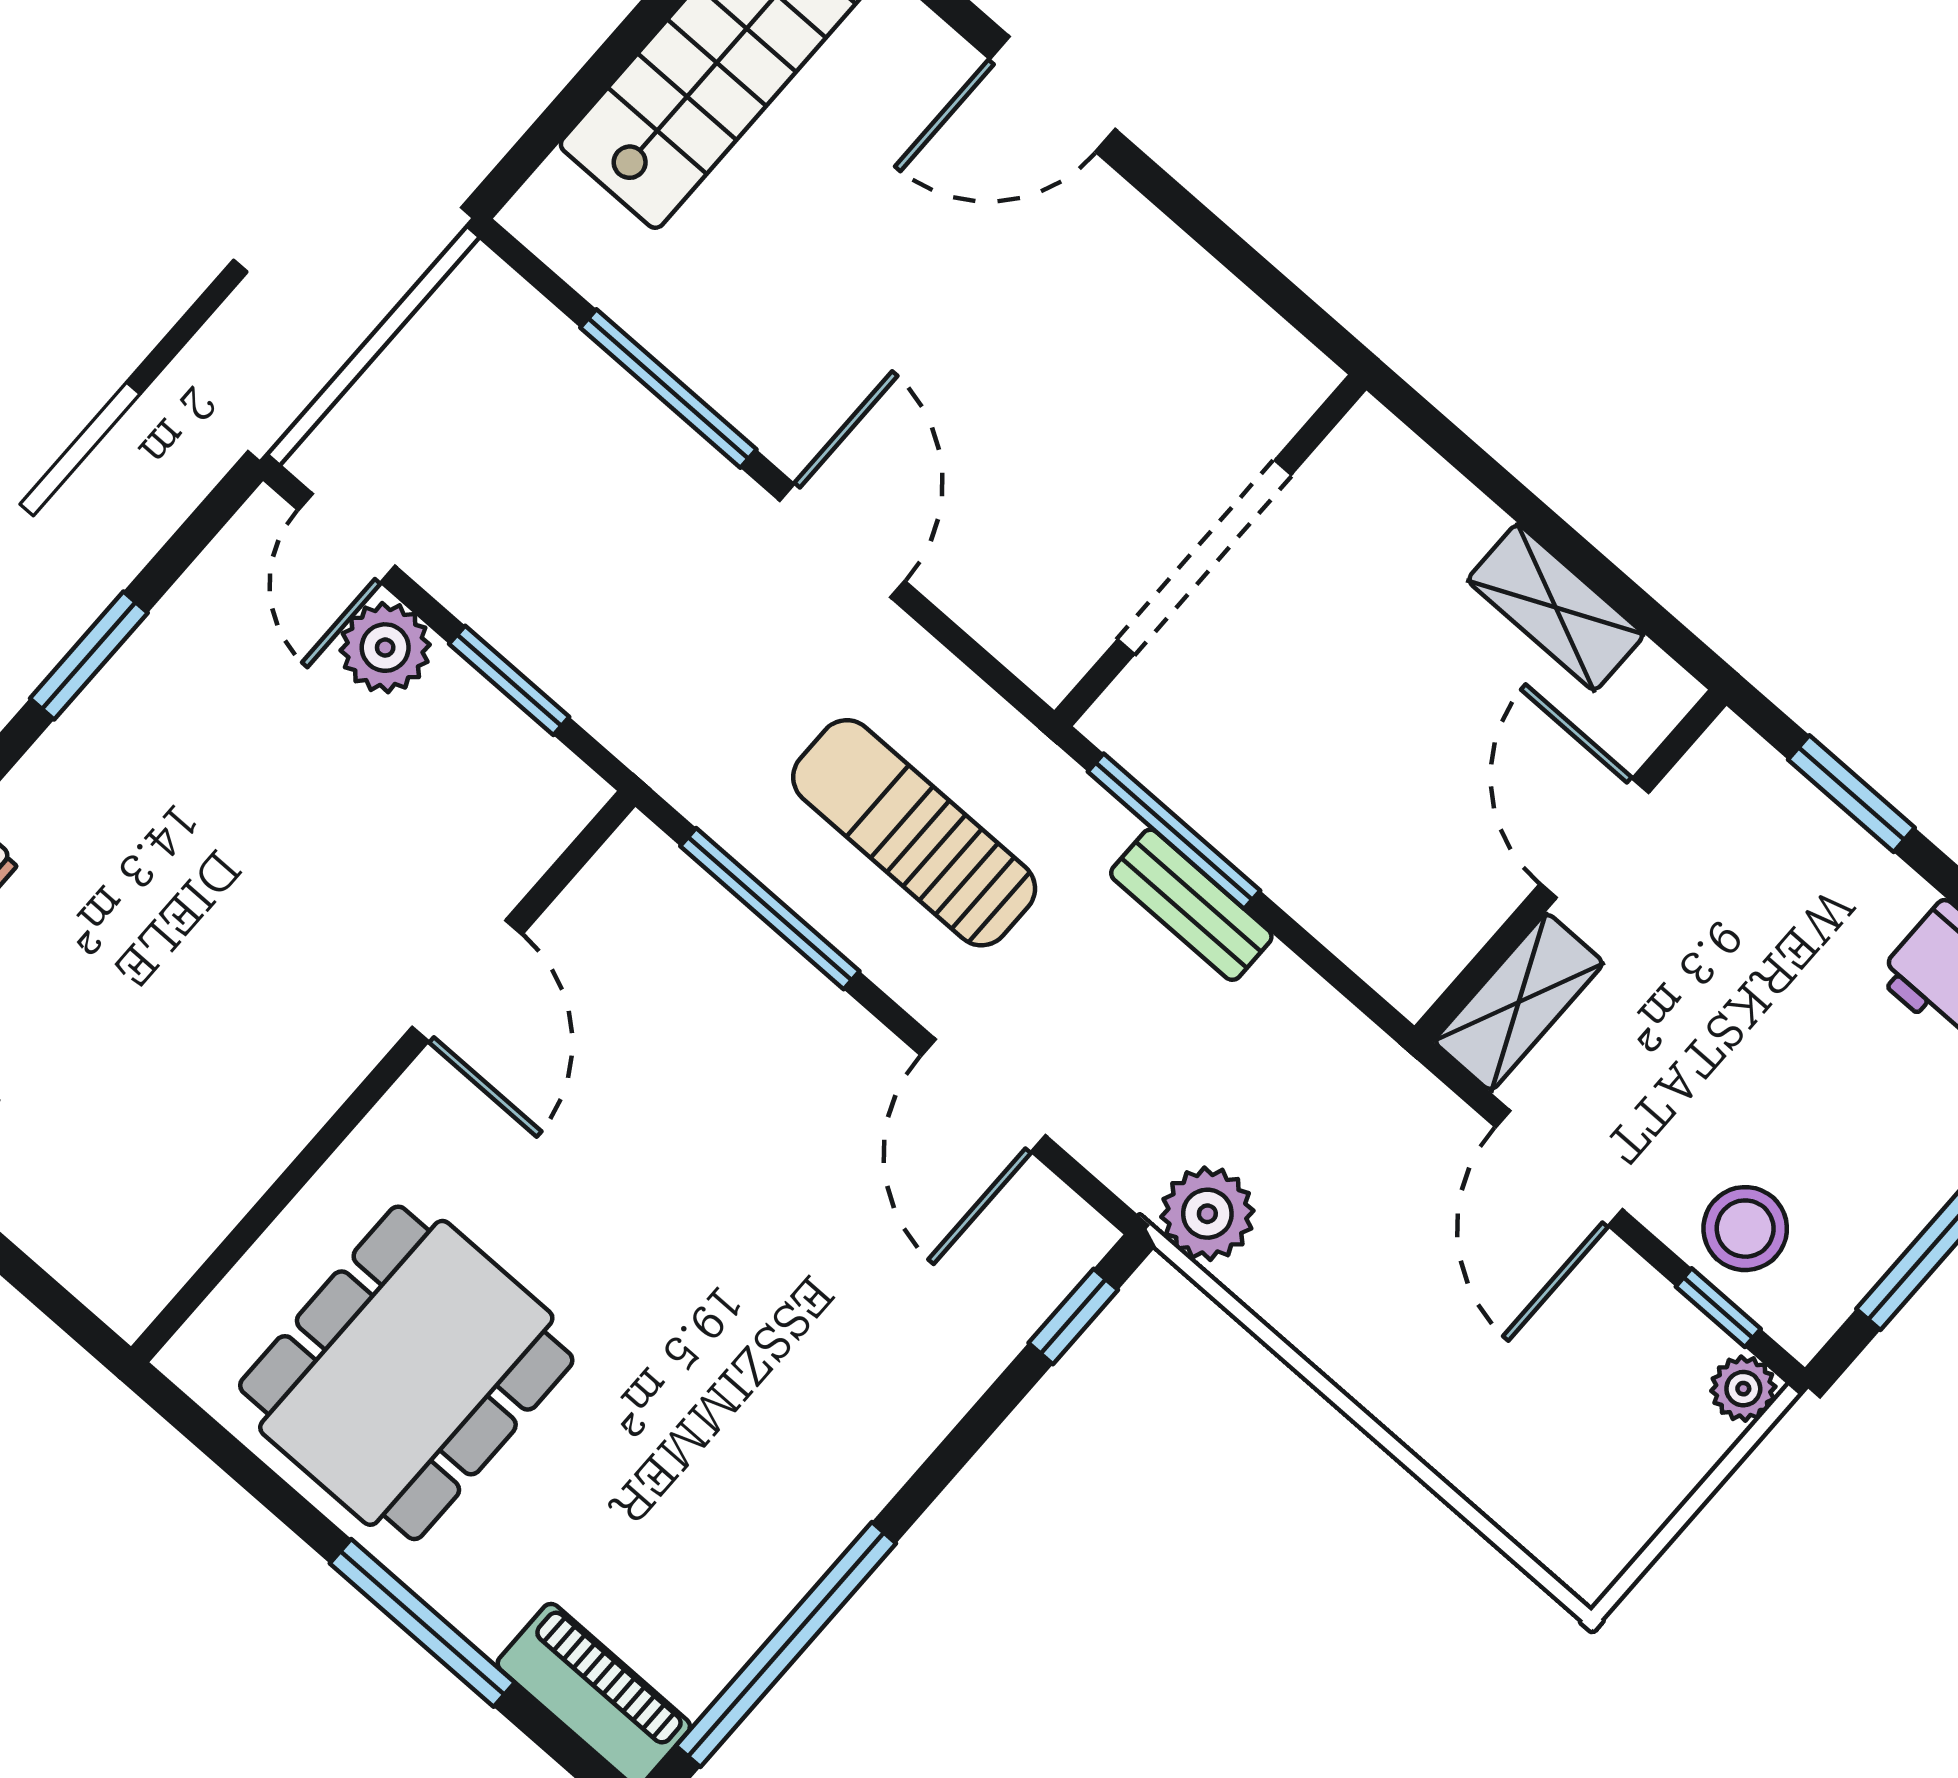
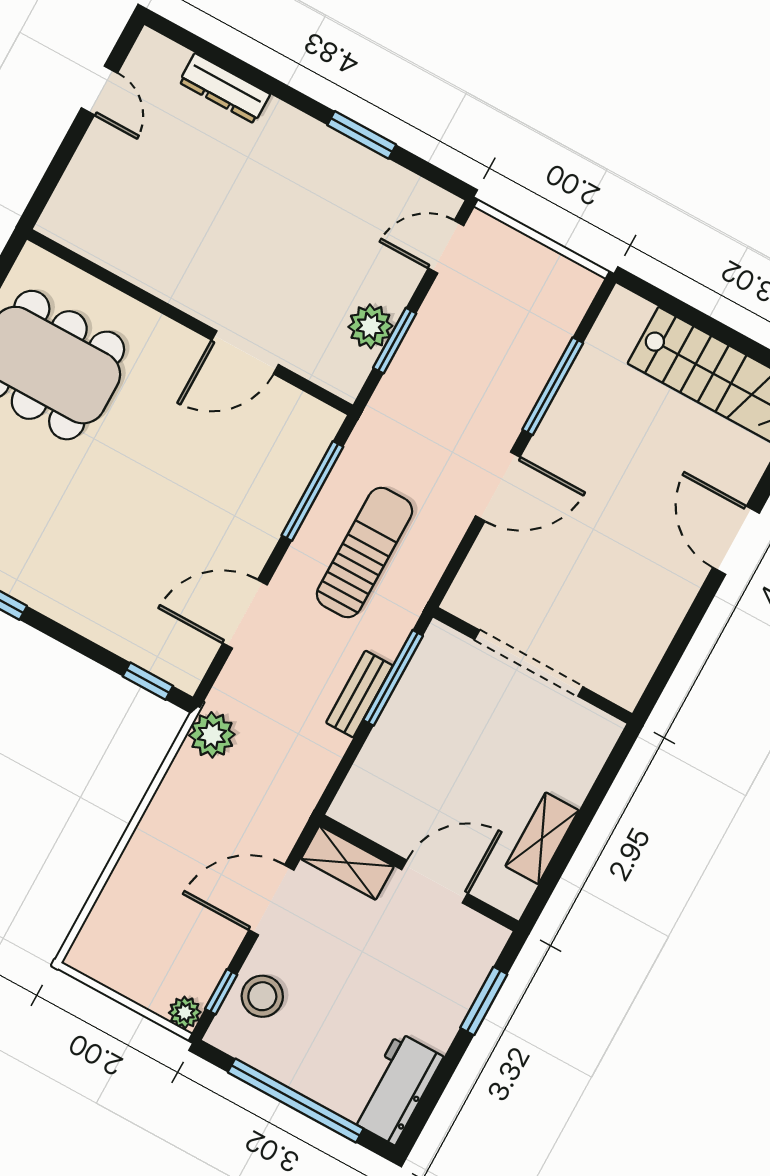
plant: (385, 648) -> (370, 326), moved

